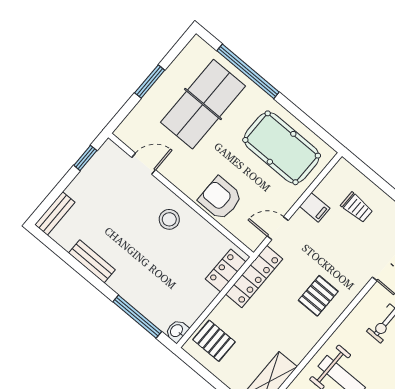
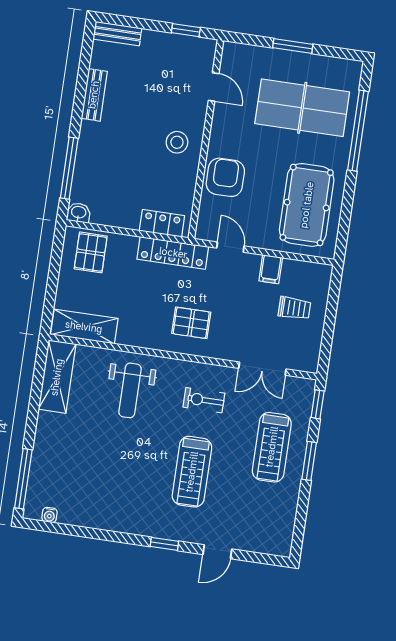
trolley: (357, 208) -> (294, 308), turned -90

